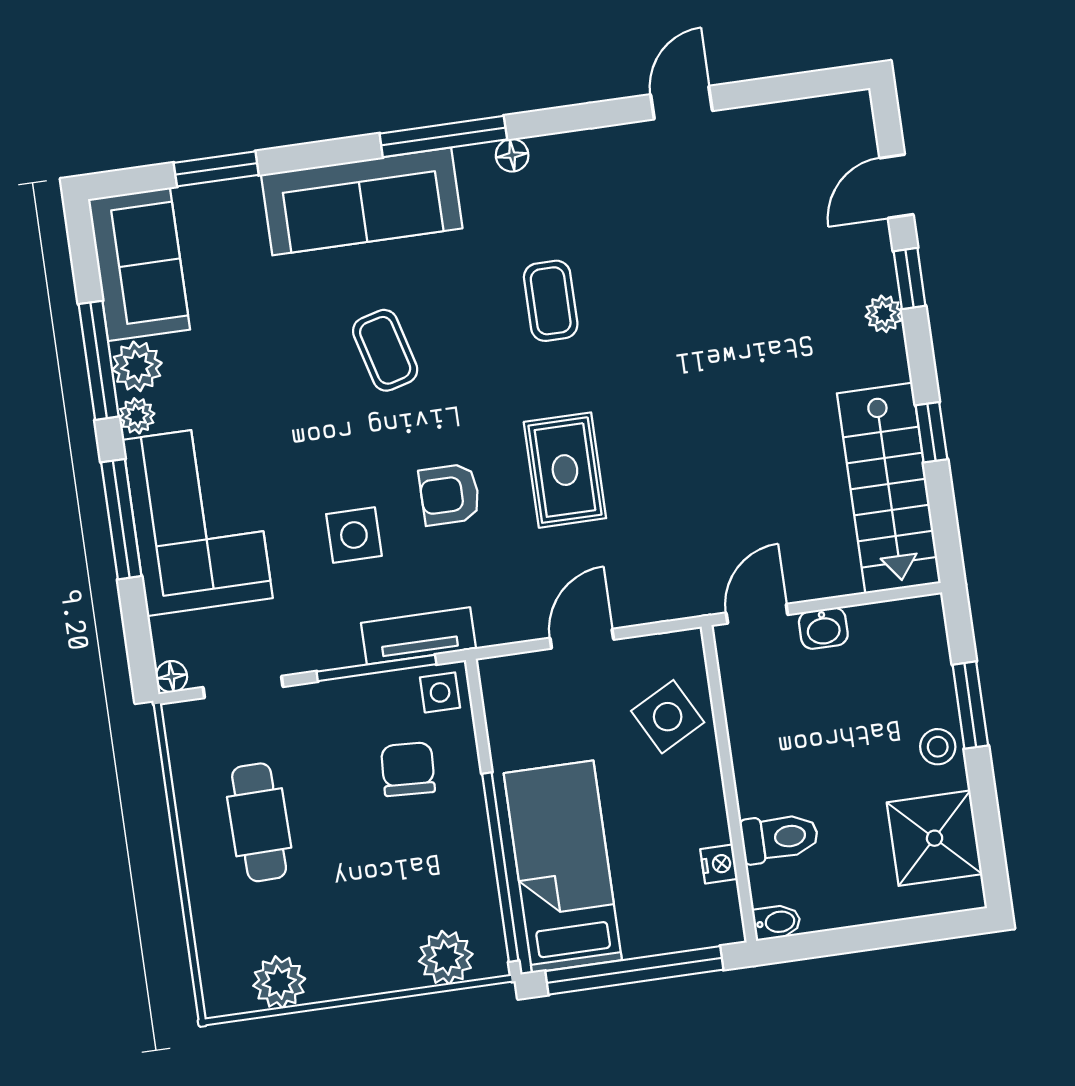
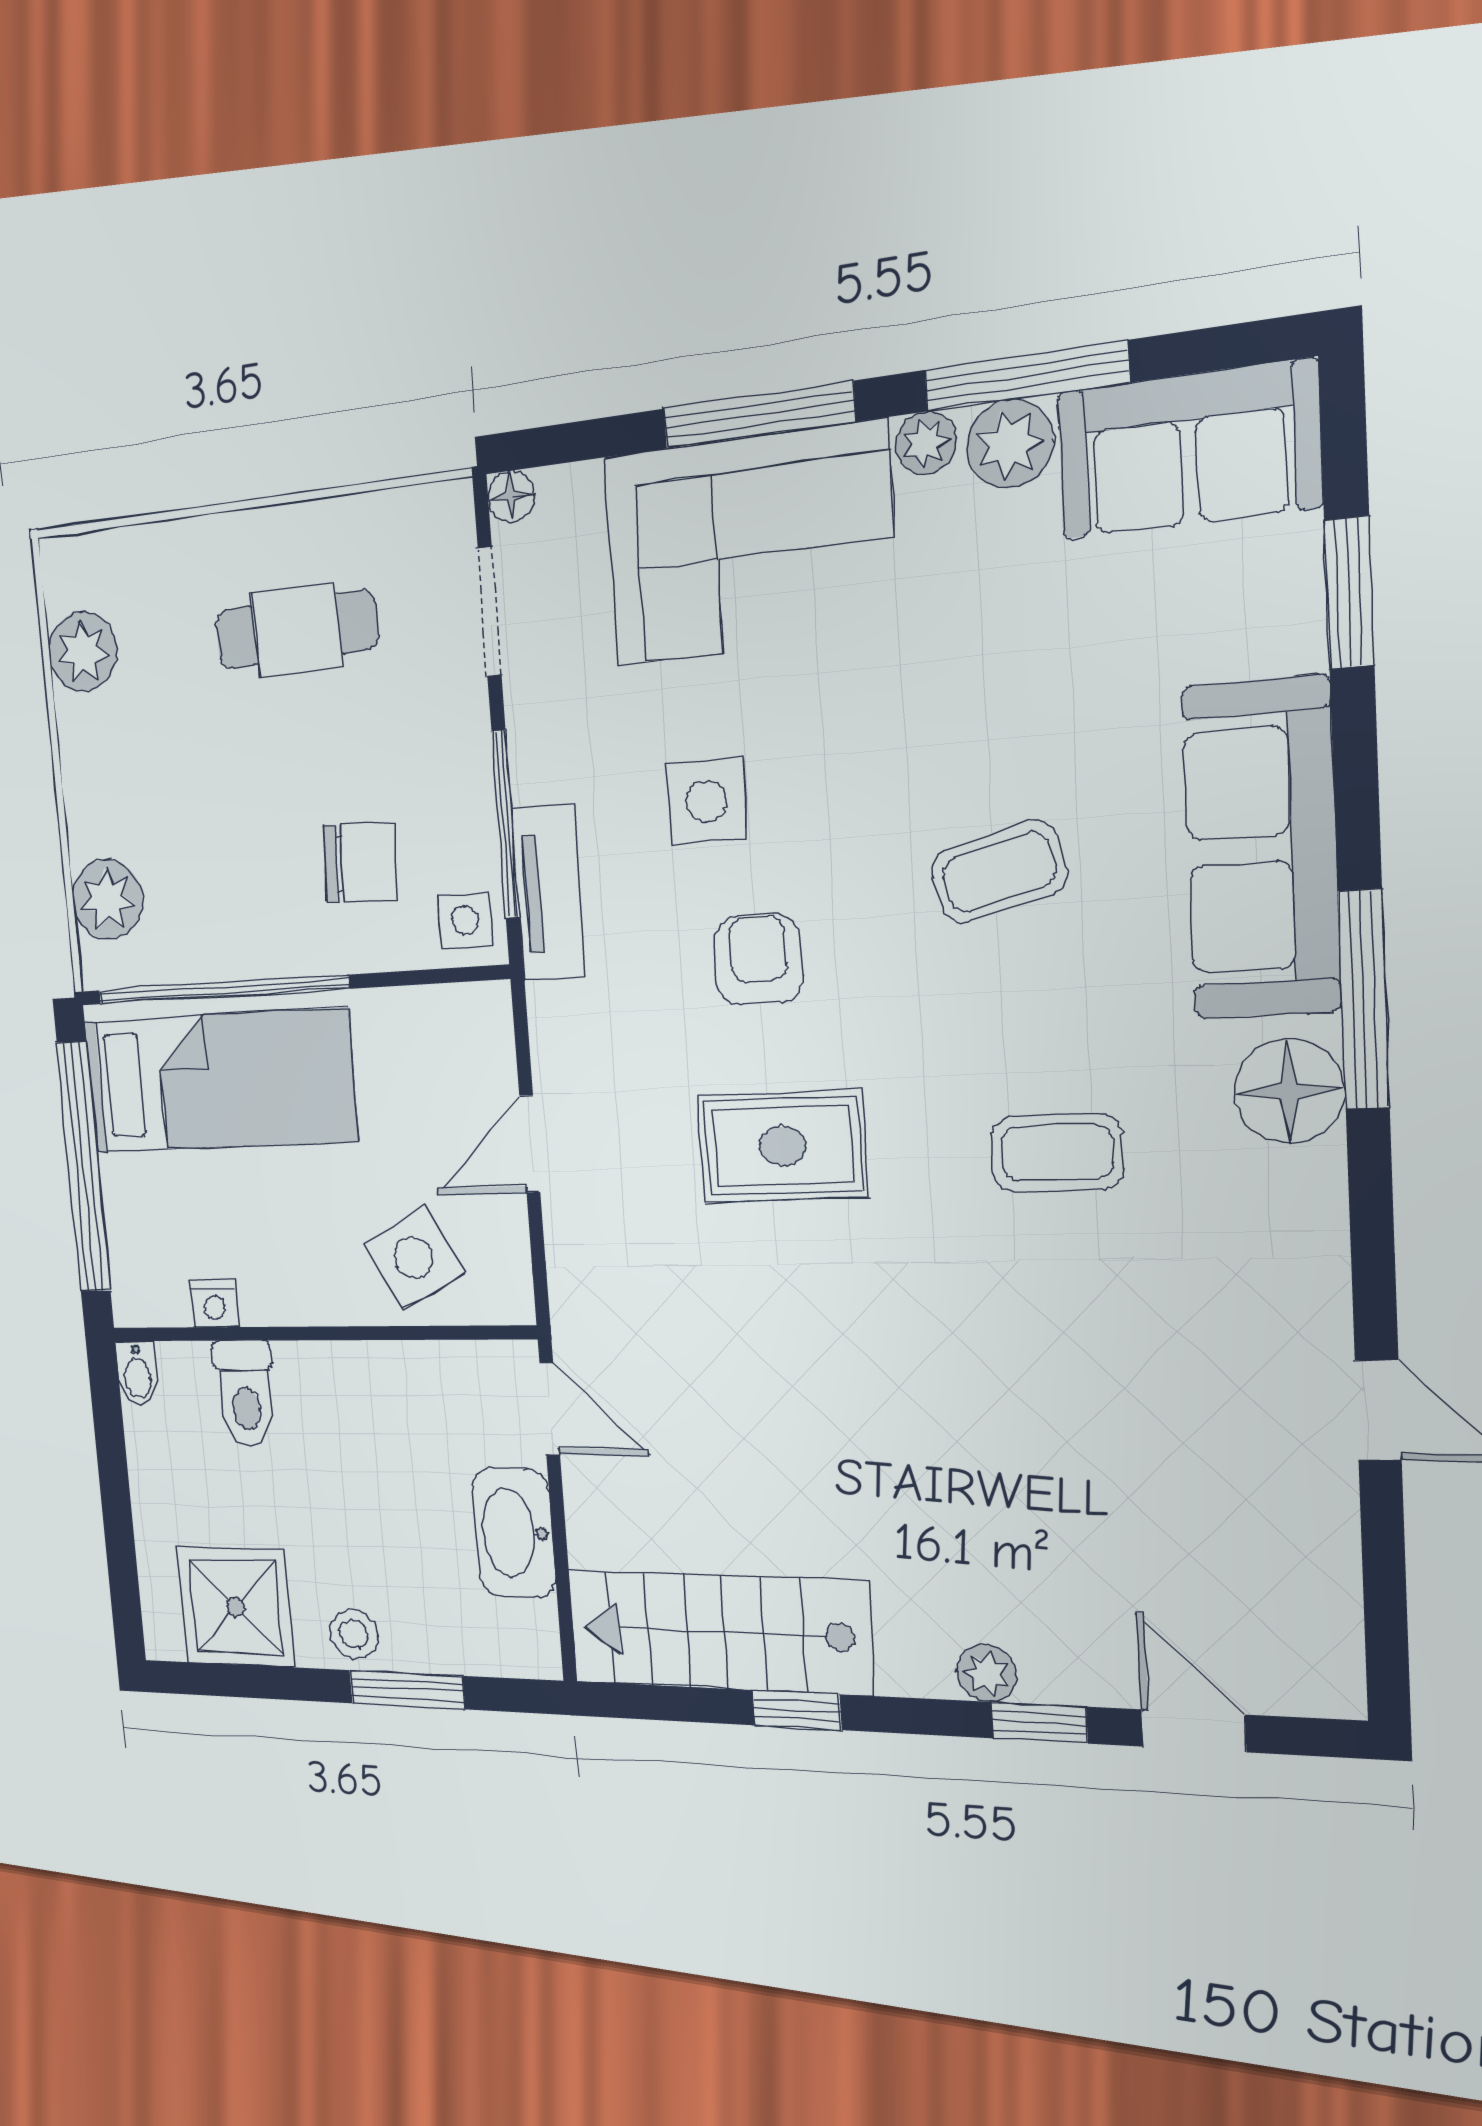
floor lamp: (512, 155) -> (1289, 1091), width x1.89, depth x1.89
washbasin: (823, 628) -> (514, 1533), width x1.91, depth x1.45
door: (582, 639) -> (530, 1144), swing flipped

